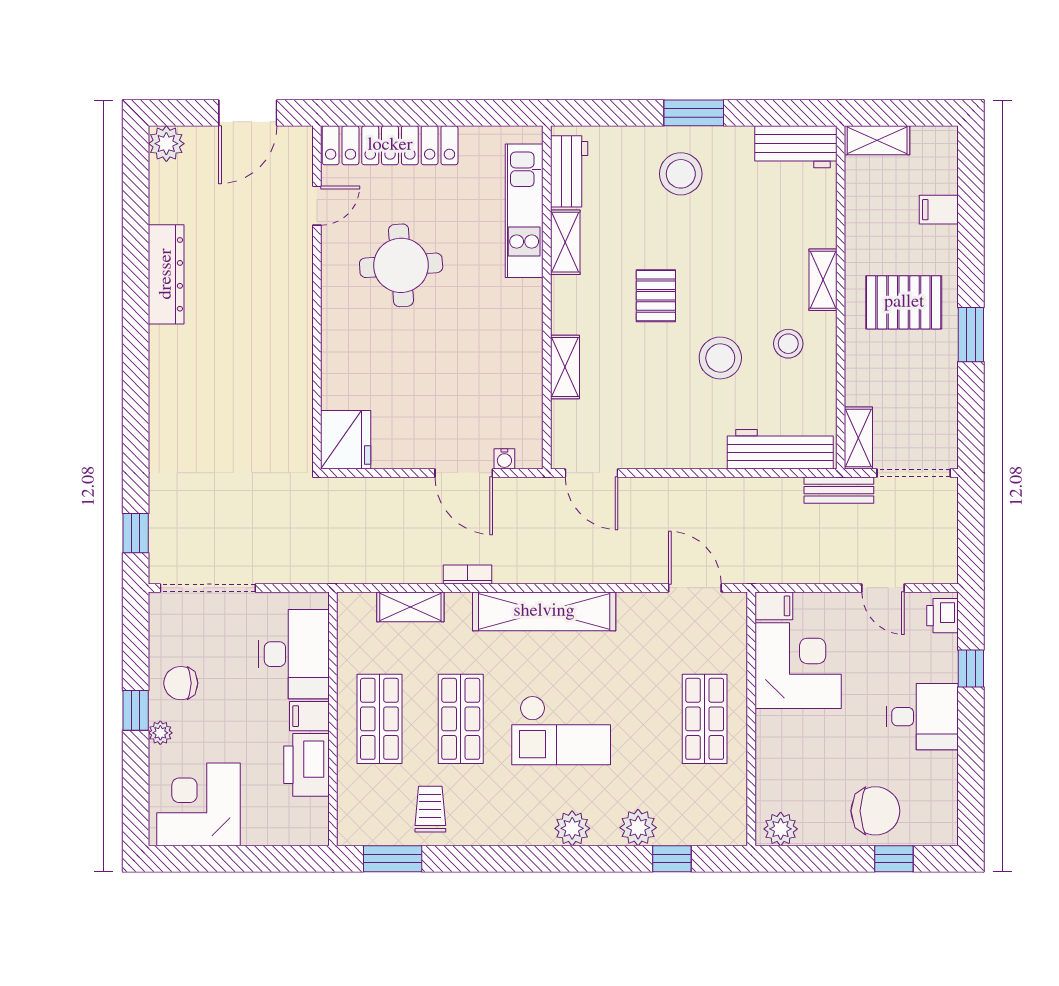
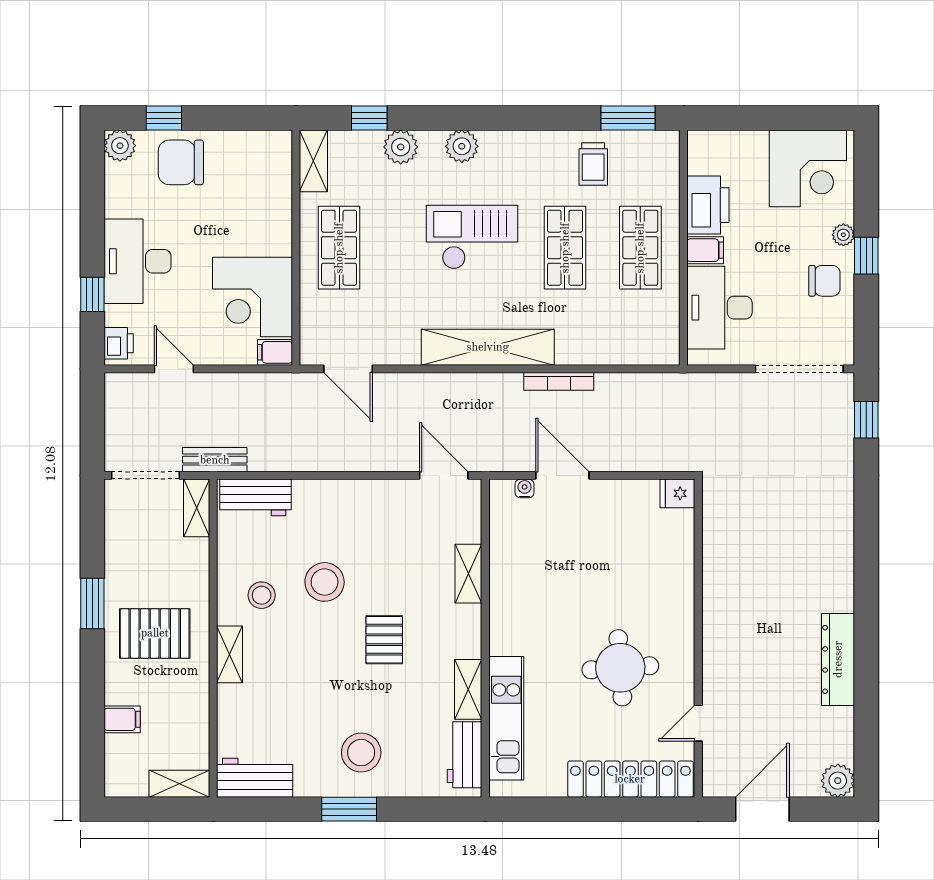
fridge: (346, 440) -> (677, 493), width x0.53, depth x0.75
workbench: (780, 449) -> (256, 497), width x0.73
bookcase: (468, 574) -> (559, 381), width x1.56
shelving: (410, 607) -> (313, 161), moved, turned 90
desk: (922, 717) -> (138, 261), width x1.37
plant: (781, 829) -> (120, 146), moved

